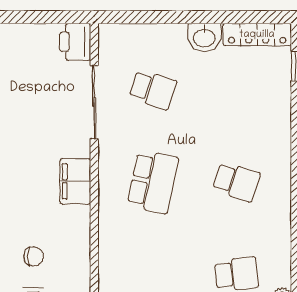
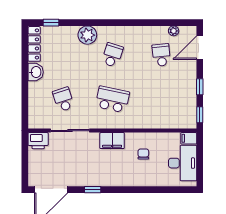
school desk: (153, 90) -> (63, 99), turned -36
plant: (274, 135) -> (87, 35), added
chair: (34, 256) -> (143, 154), moved

